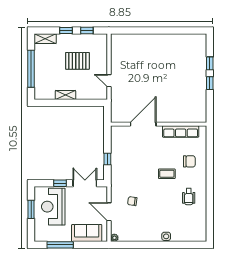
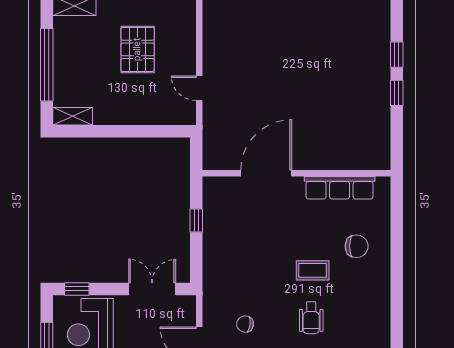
pallet: (77, 61) -> (138, 49), turned 90
shelving: (65, 95) -> (73, 116), moved
window: (107, 159) -> (196, 220), moved
window: (60, 183) -> (77, 289), moved
wheelchair: (189, 197) -> (311, 318), moved

